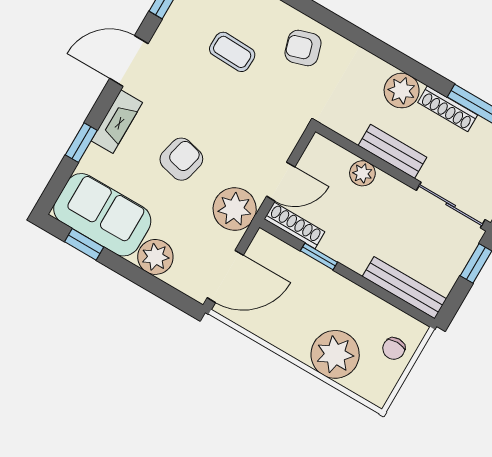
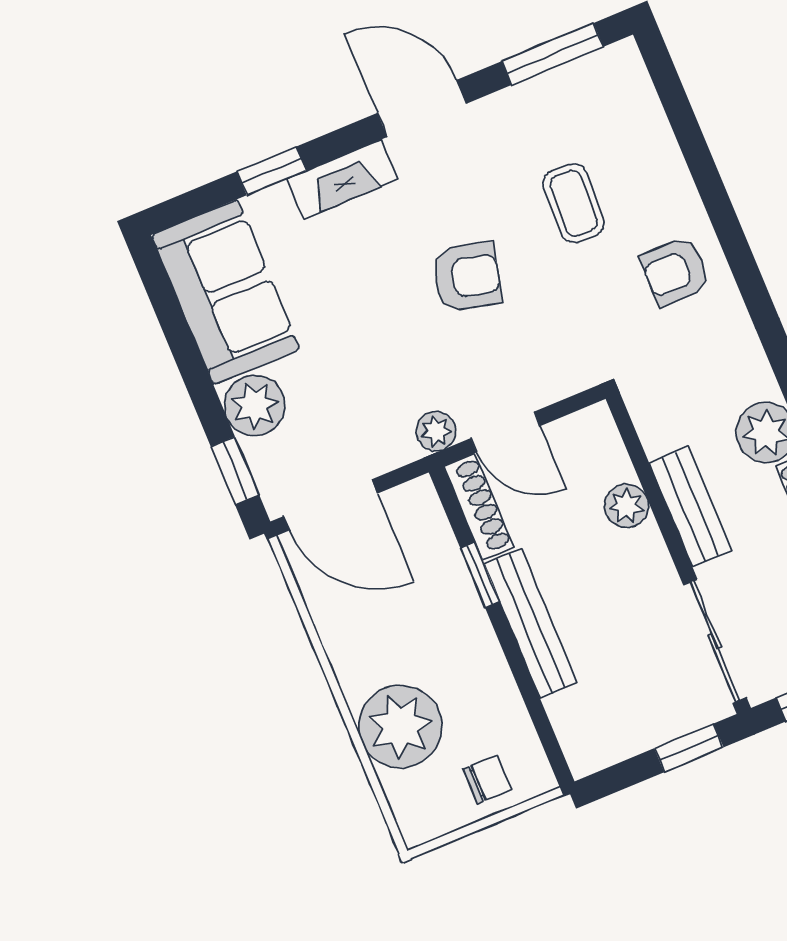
armchair: (303, 48) -> (675, 272), turned -73
armchair: (181, 159) -> (467, 277), moved
plant: (235, 209) -> (436, 431), width x0.53, depth x0.53
window: (84, 244) -> (235, 471), moved
bench: (404, 288) -> (531, 623), moved
chair: (394, 348) -> (487, 779), turned 180

